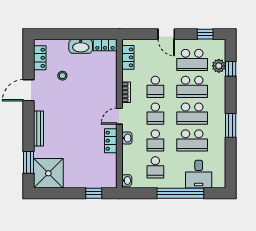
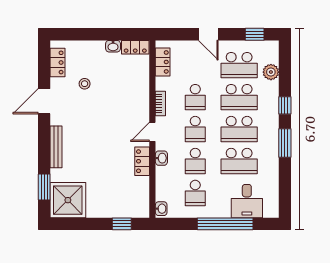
washbasin: (81, 46) -> (113, 46), width x0.52, depth x0.69
window: (231, 69) -> (285, 105), moved

